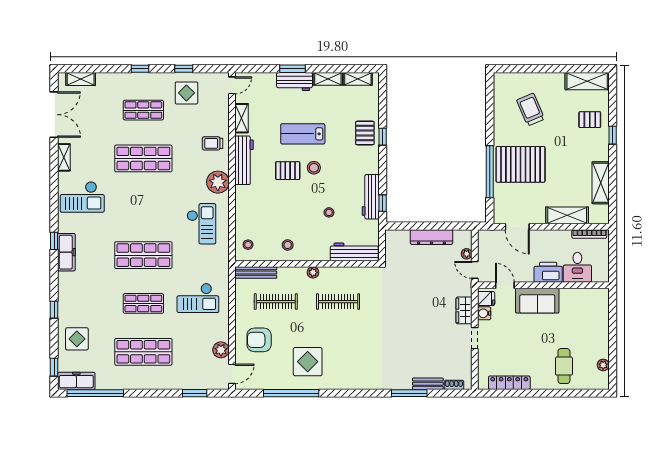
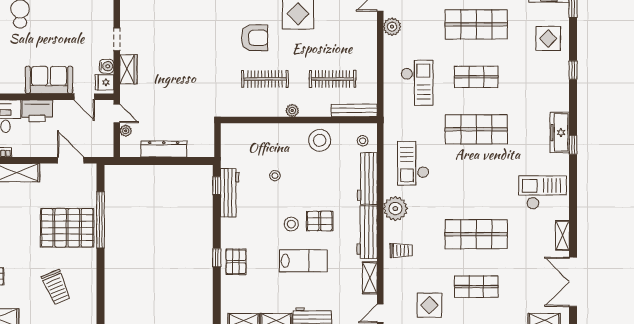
stool: (288, 245) -> (320, 140), width x1.89, depth x1.89
workbench: (354, 252) -> (367, 178), moved, turned 90
checkout: (198, 298) -> (417, 83), turned 90
armchair: (259, 340) -> (255, 38), moved

